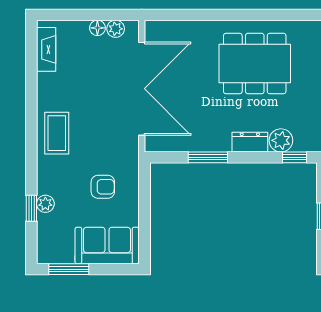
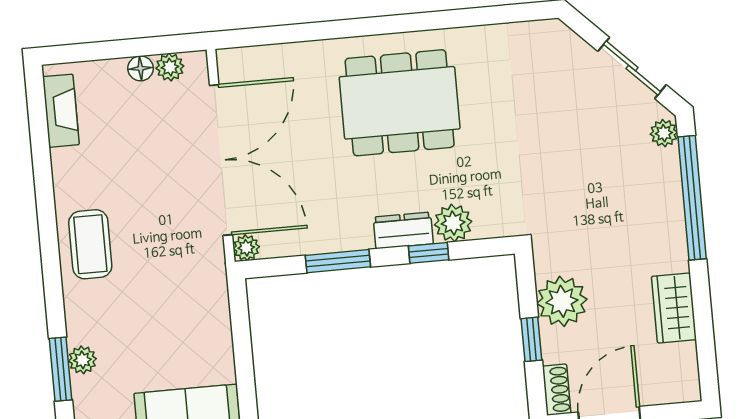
plant: (152, 144) -> (246, 248), added
window: (294, 157) -> (429, 253), moved
armchair: (103, 187) -> (173, 324), removed
window: (31, 208) -> (61, 369), width x1.50

